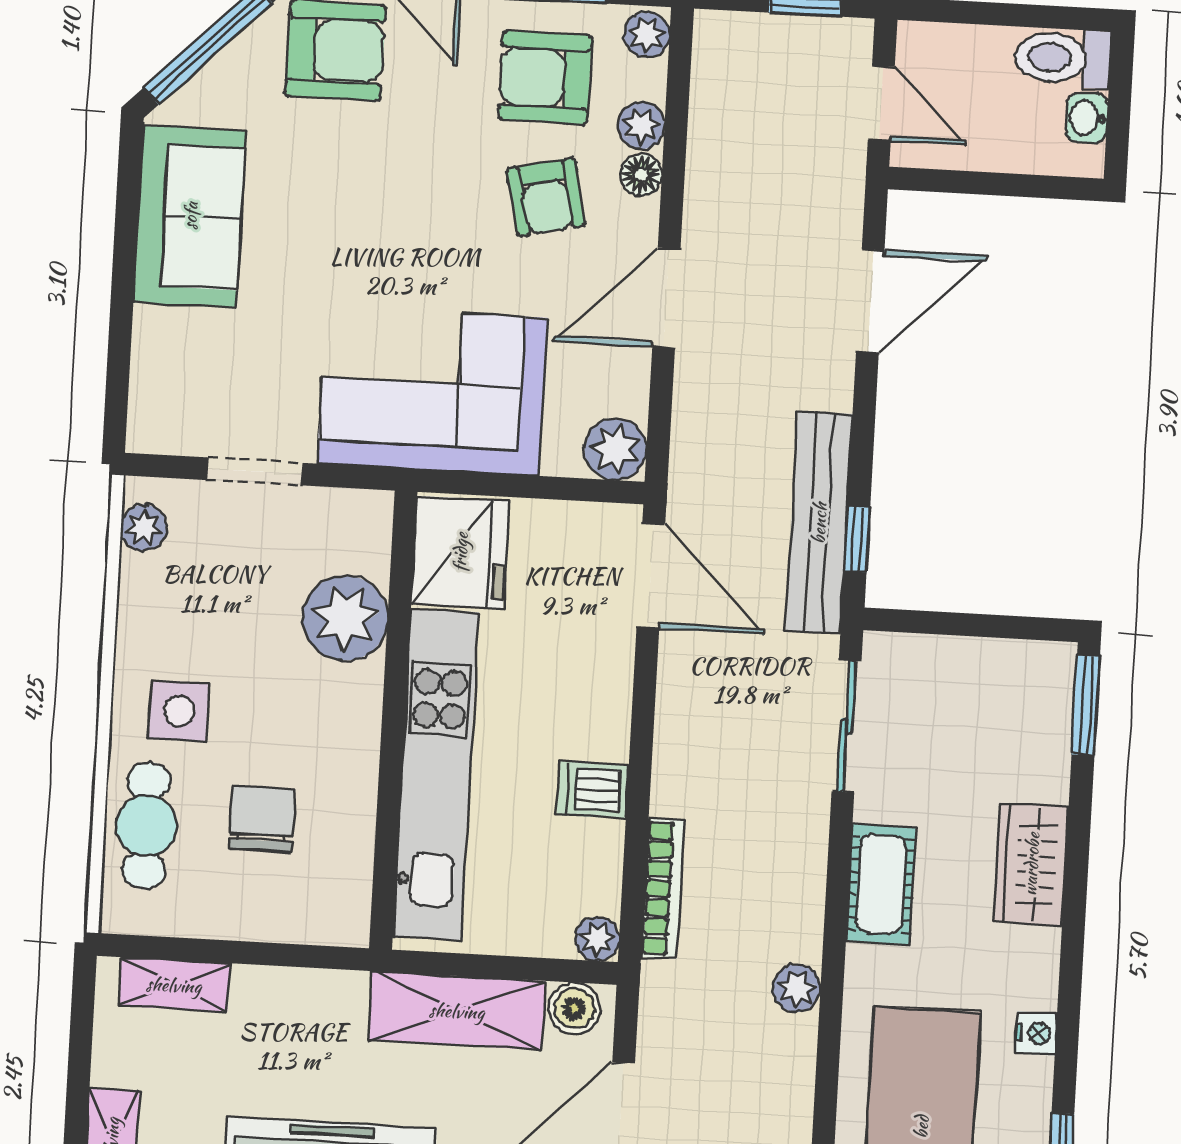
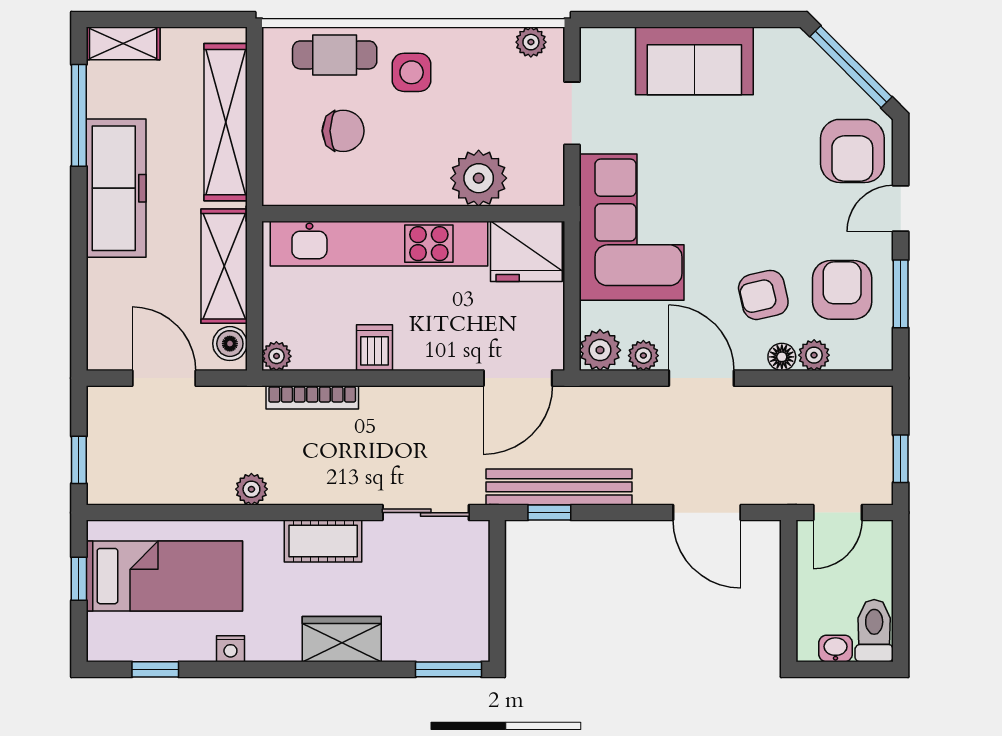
plant: (647, 35) -> (643, 356), moved
sofa: (190, 216) -> (694, 61), moved
shelving: (174, 985) -> (226, 122), width x2.20, depth x1.33

